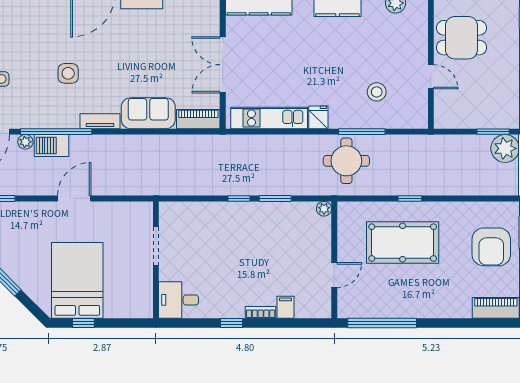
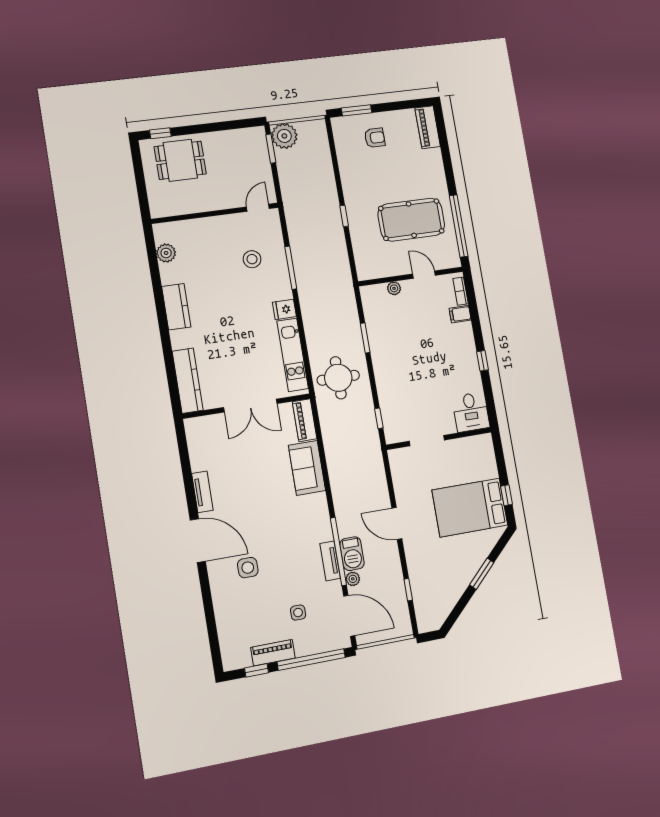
dining table: (461, 38) -> (180, 160), moved, turned 90
side table: (68, 73) -> (248, 568), moved
door: (431, 77) -> (258, 208), moved
tv unit: (100, 121) -> (330, 561), moved
round table: (346, 161) -> (338, 378), moved
window: (239, 198) -> (379, 418), moved
plant: (324, 209) -> (394, 288), moved
pool table: (403, 243) -> (411, 220), moved, turned 90
armchair: (491, 247) -> (375, 138), width x0.53, depth x0.53
bookcase: (261, 312) -> (461, 291), moved

